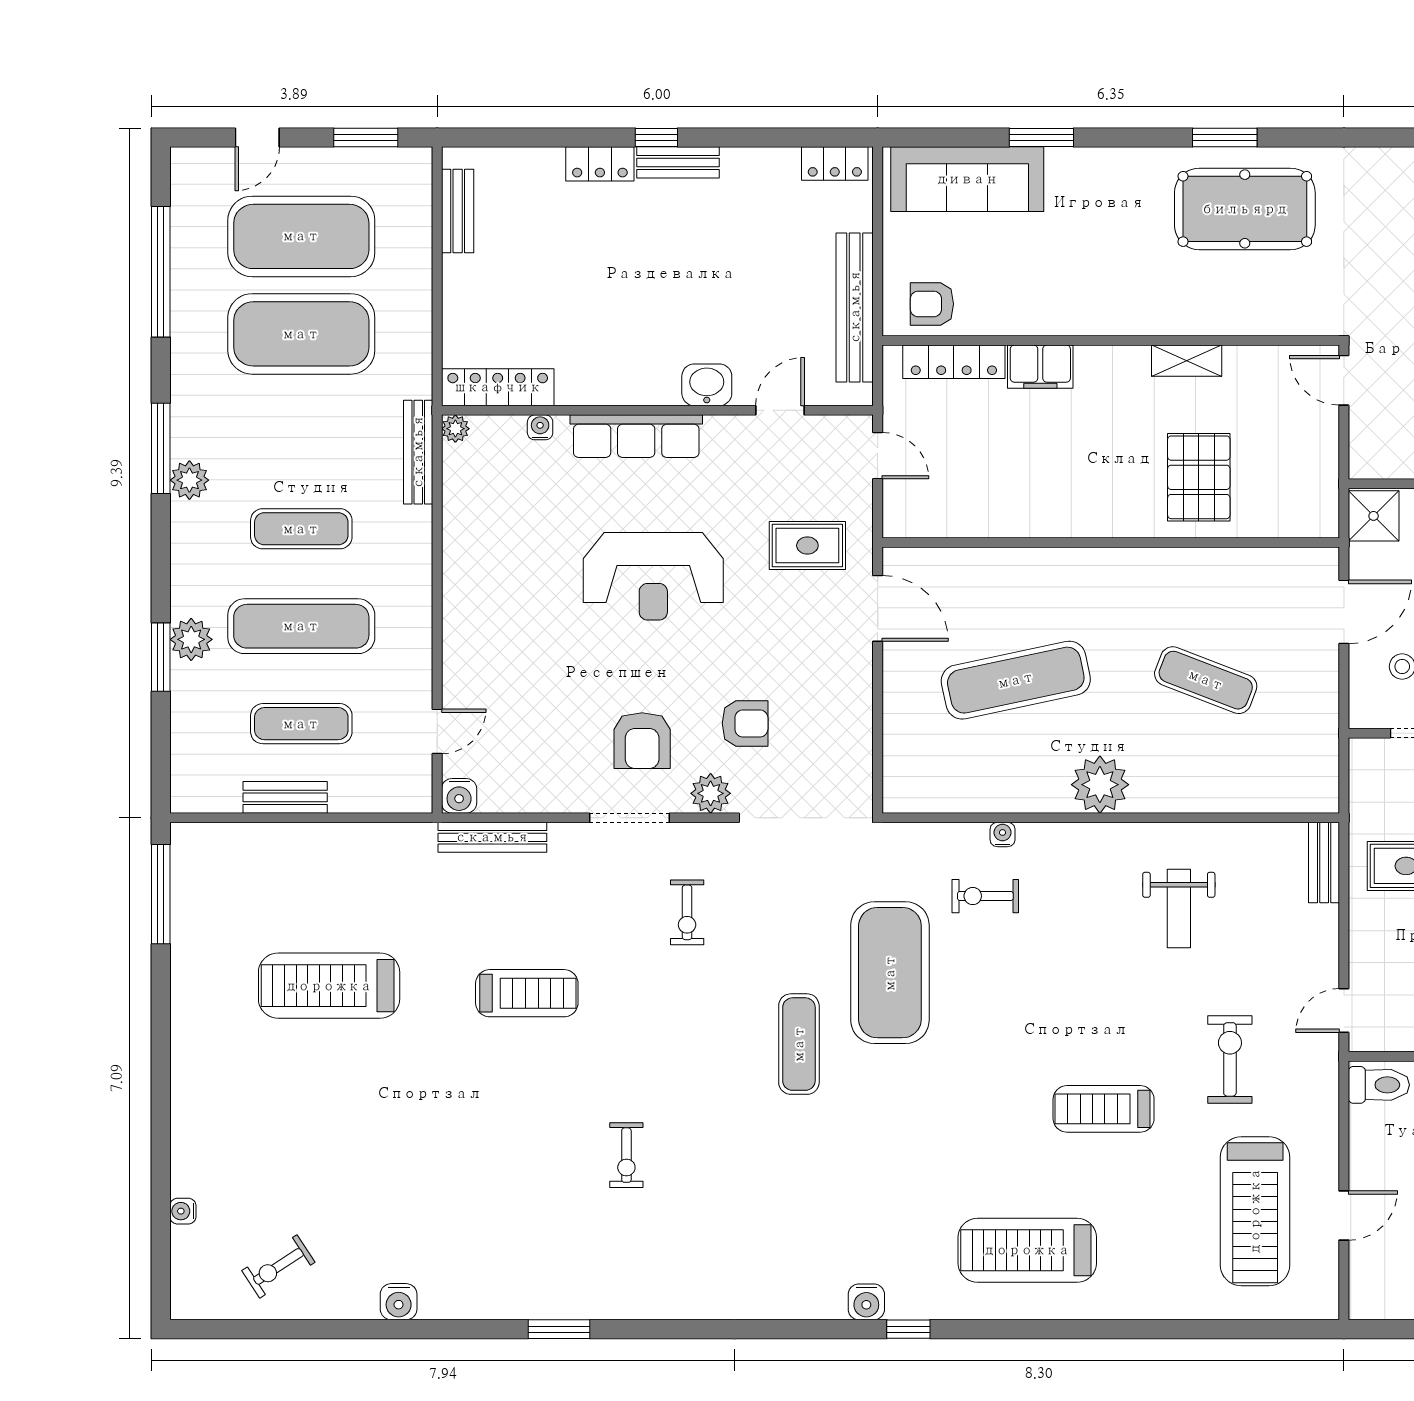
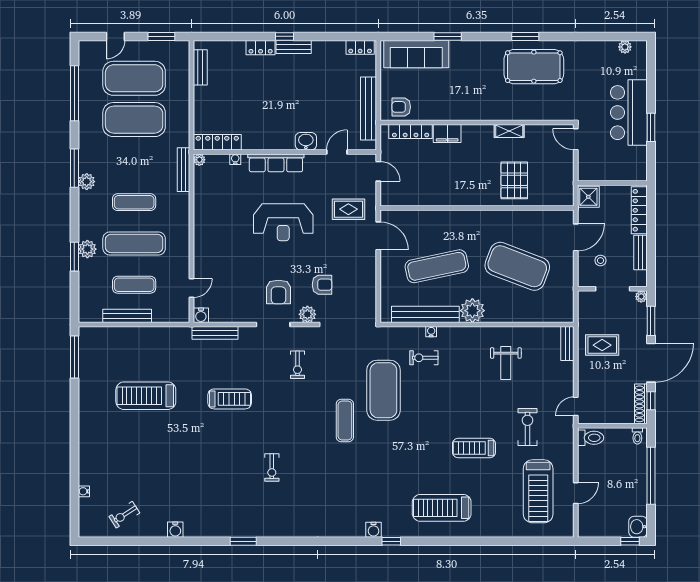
exercise mat: (1206, 680) -> (517, 266), width x2.00, depth x1.45
bench: (989, 794) -> (425, 314), added
bench: (285, 797) -> (127, 316), width x1.36

